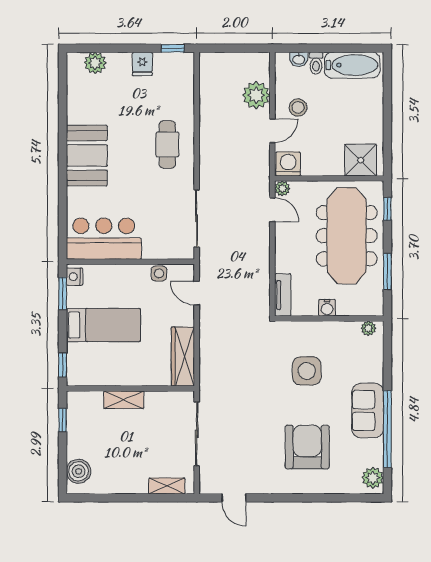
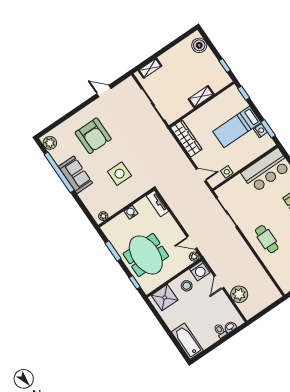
bathtub: (352, 65) -> (187, 341), moved, turned 90
stool: (298, 107) -> (187, 286), moved
meeting table: (347, 236) -> (146, 255), width x0.73
nightstand: (75, 277) -> (261, 131), moved
door: (234, 498) -> (104, 91), moved

